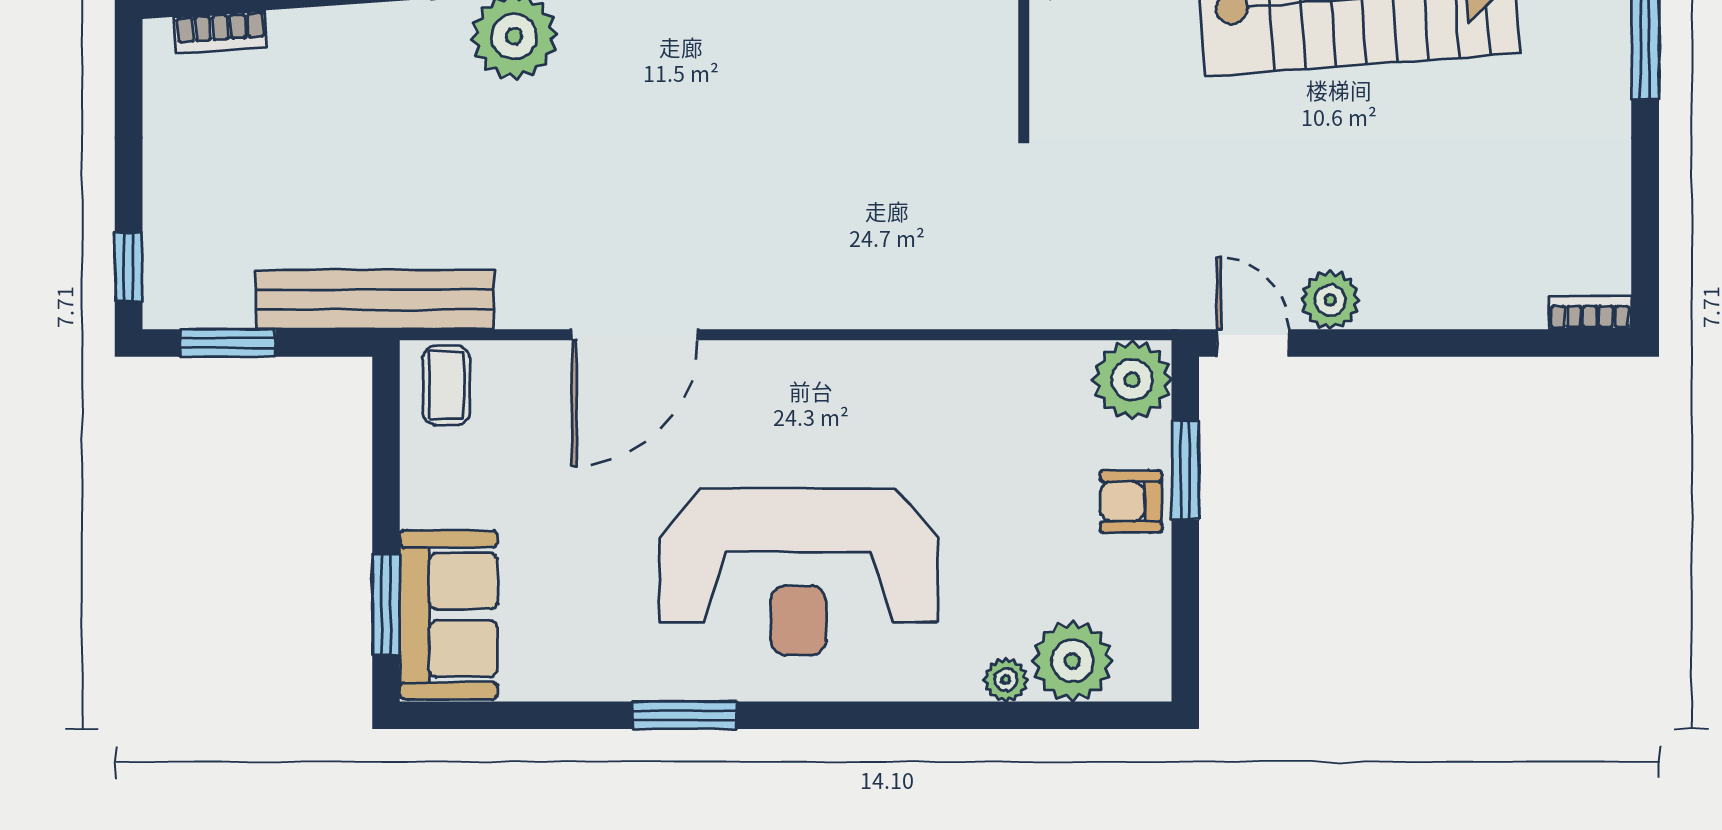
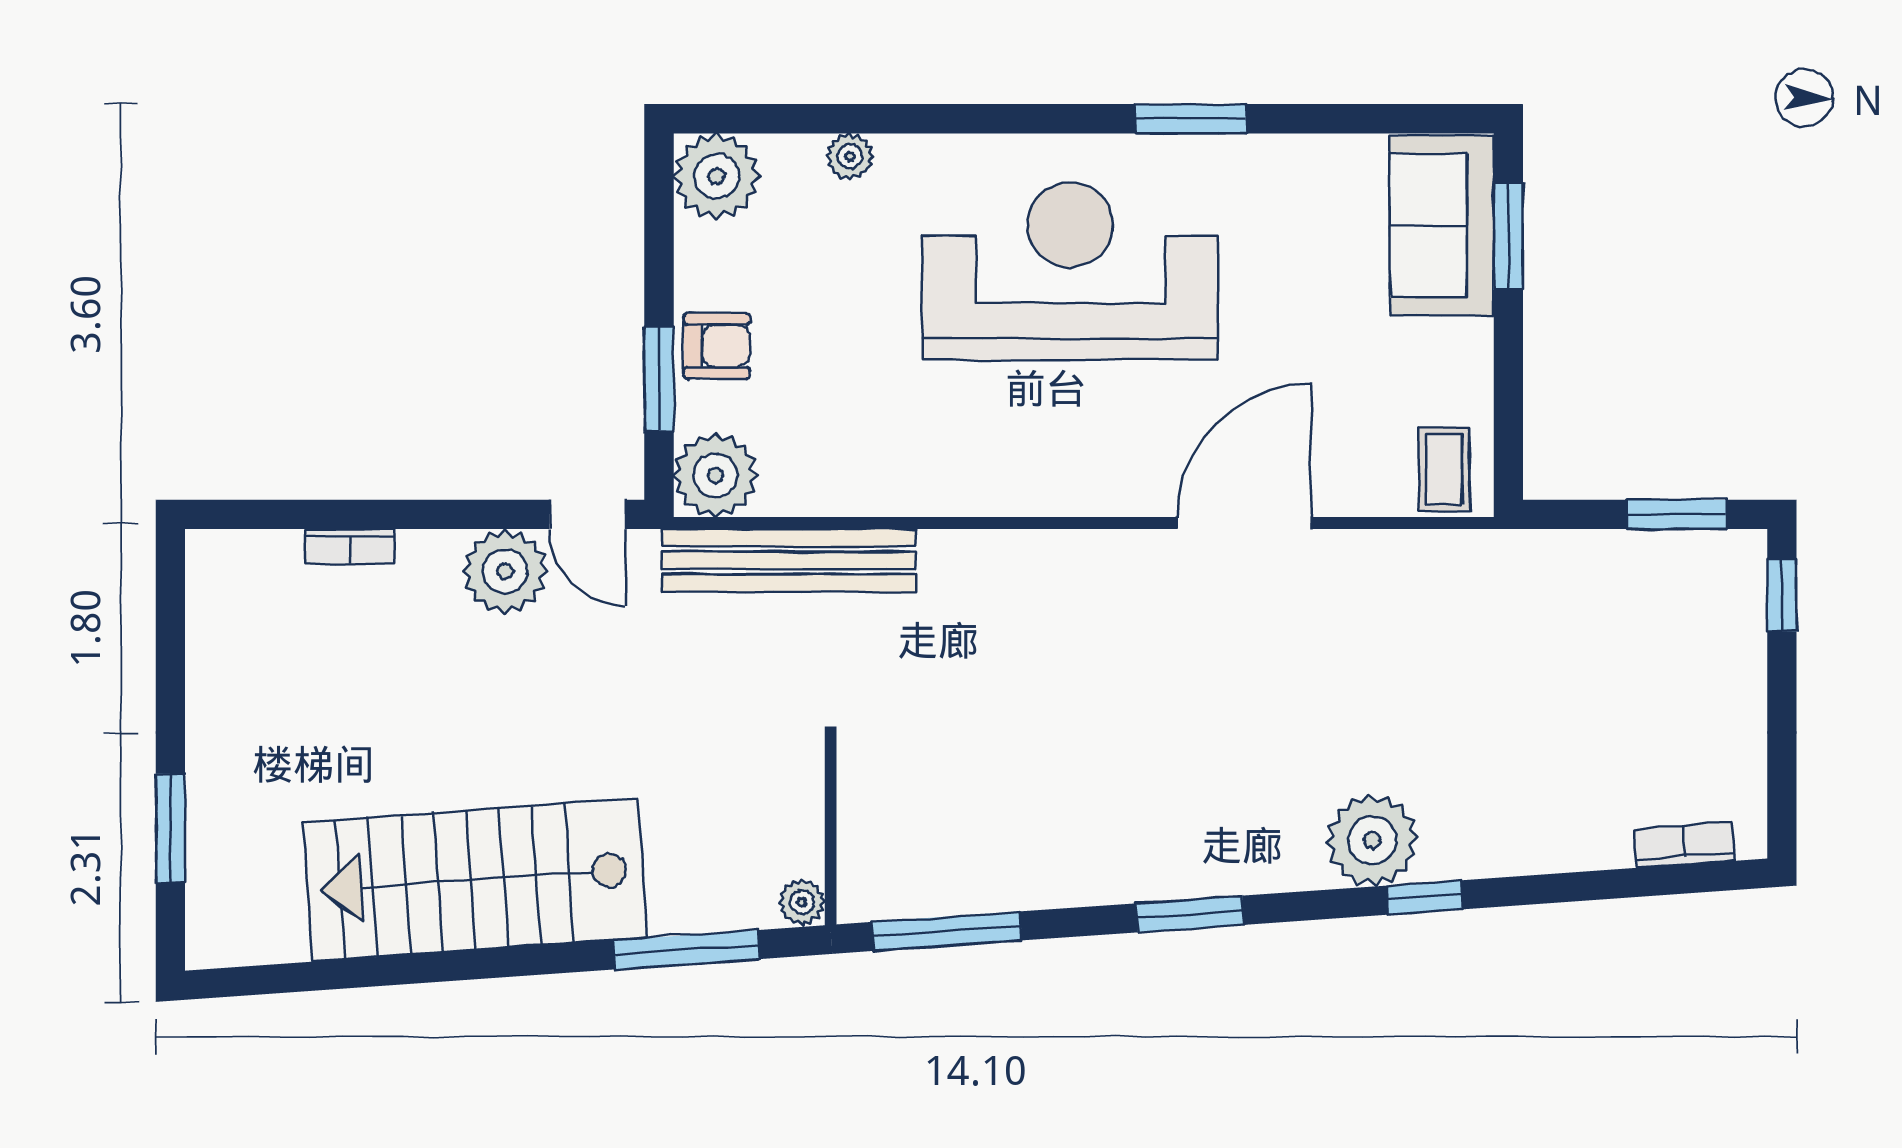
bench: (375, 300) -> (788, 560), moved
plant: (1330, 300) -> (505, 571), width x1.36, depth x1.36
bookcase: (1590, 313) -> (350, 546), moved
plant: (1072, 661) -> (717, 176), moved

